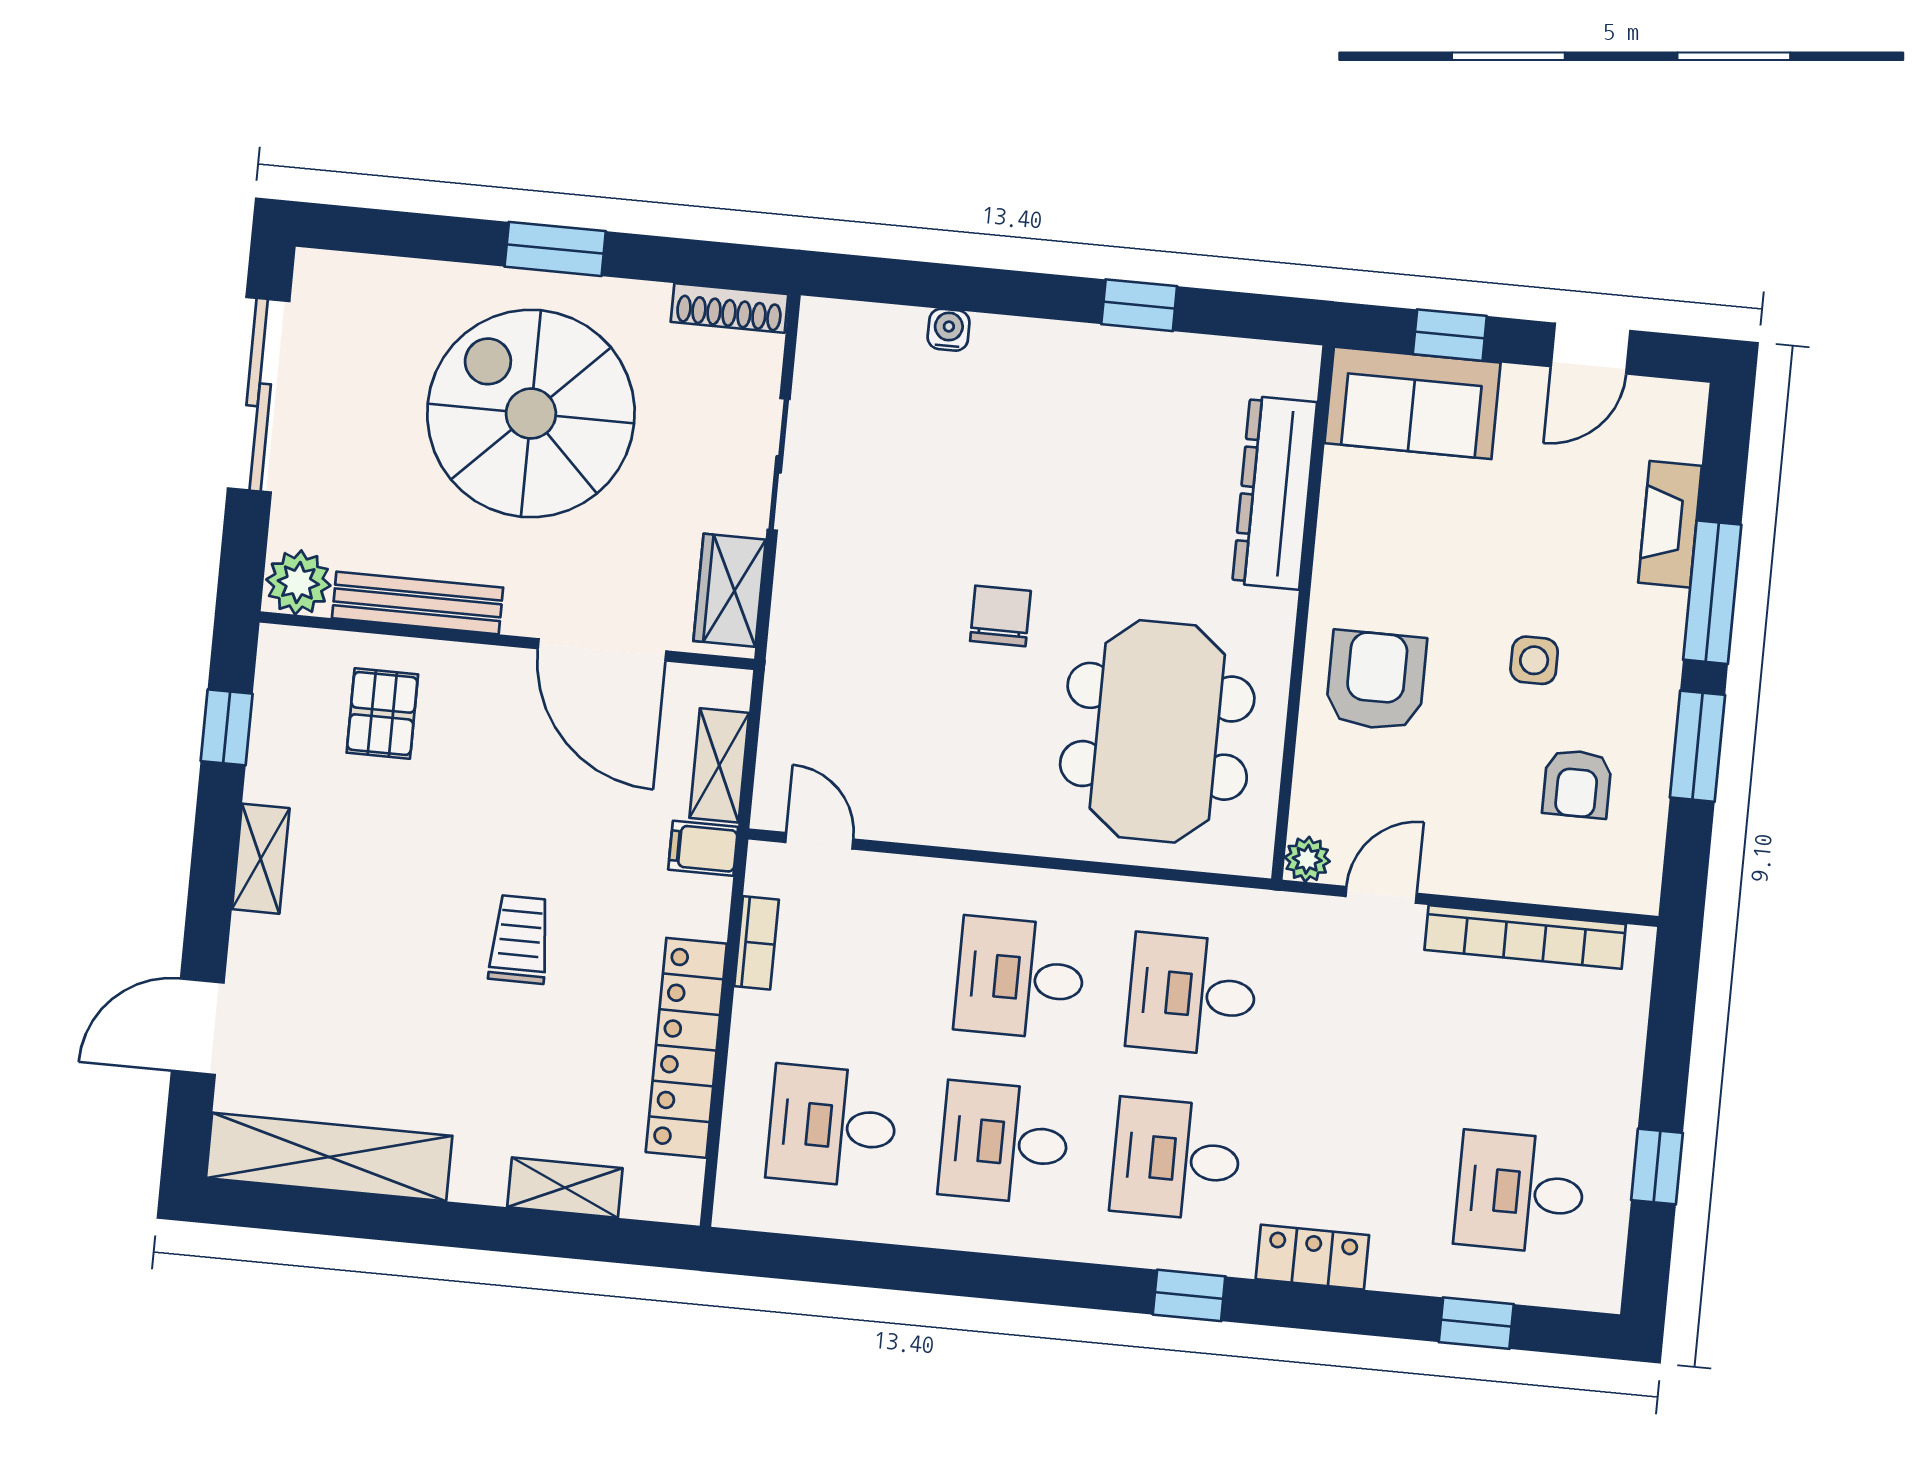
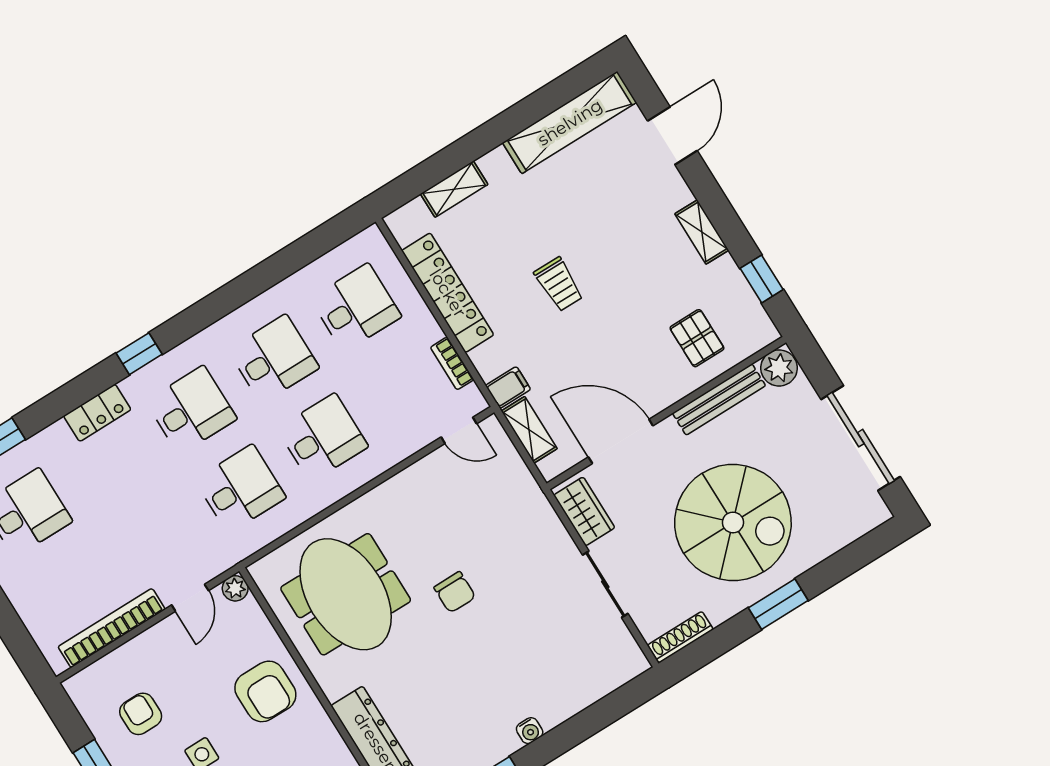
water cooler: (949, 330) -> (530, 731), moved

